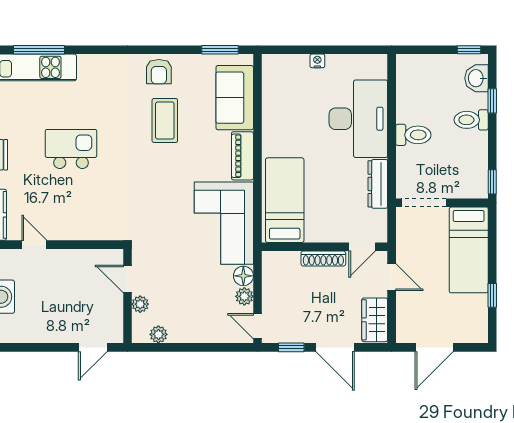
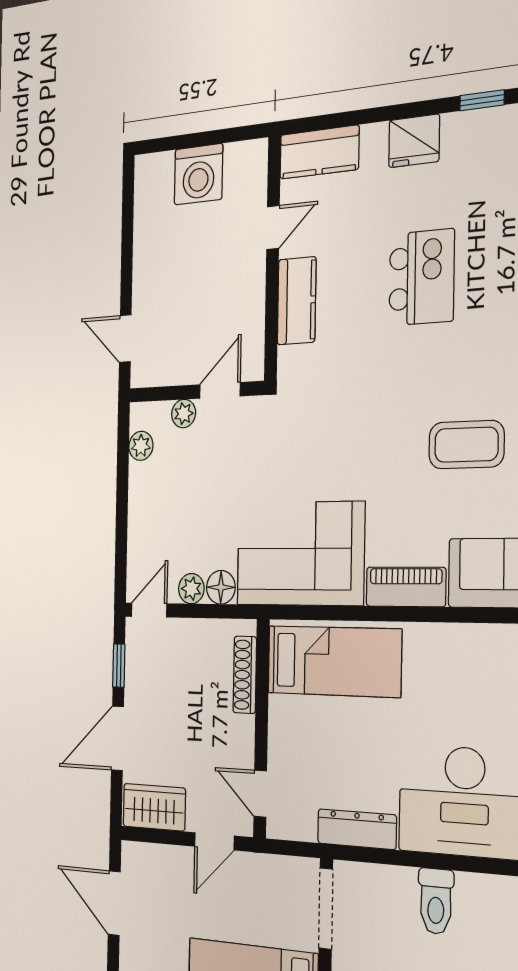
kitchen counter: (78, 228) -> (297, 301), added
shoe rack: (323, 258) -> (245, 675), moved

